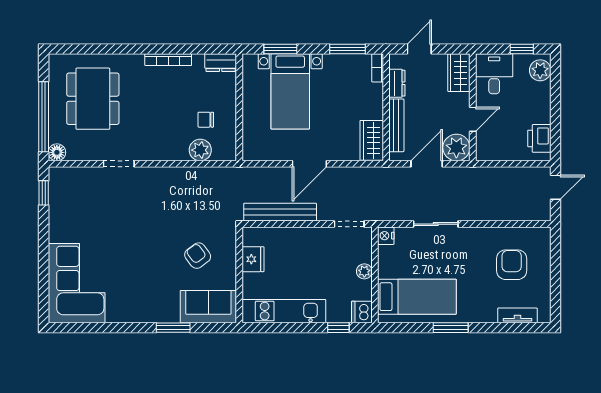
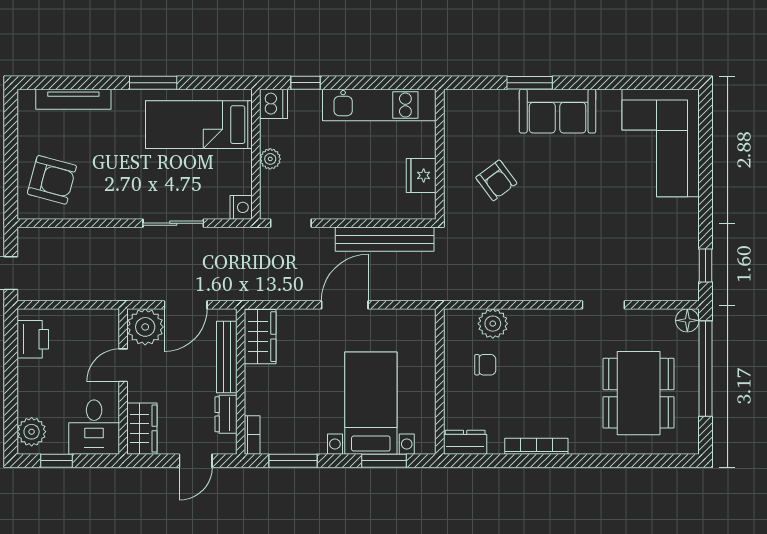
armchair: (512, 265) -> (52, 180), moved, turned -75
sofa: (208, 307) -> (558, 111), moved
tv unit: (517, 315) -> (73, 99), width x1.41

